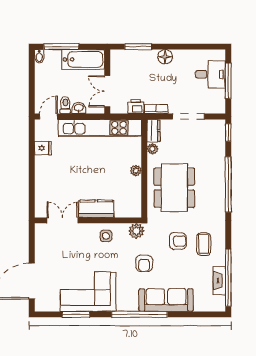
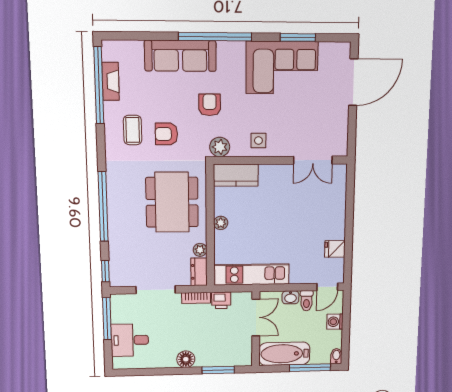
window: (228, 81) -> (107, 319), moved
washing machine: (41, 86) -> (335, 322), added
kitchen unit: (100, 128) -> (252, 274), width x0.73
kitchen counter: (96, 209) -> (236, 175), moved

